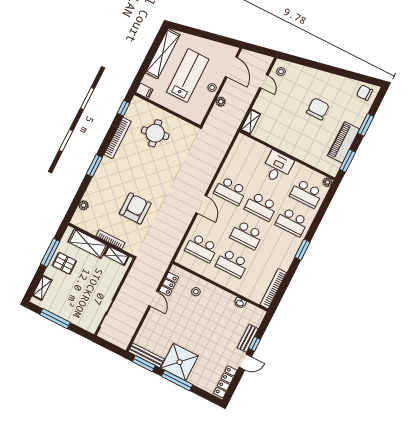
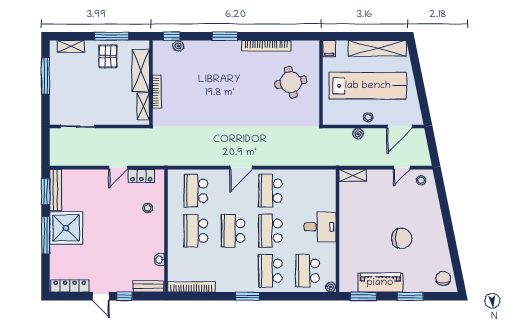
lab bench: (188, 76) -> (368, 86), width x1.36
window: (124, 108) -> (172, 36), moved
armchair: (135, 208) -> (202, 101), removed
bench: (248, 338) -> (148, 286), moved

